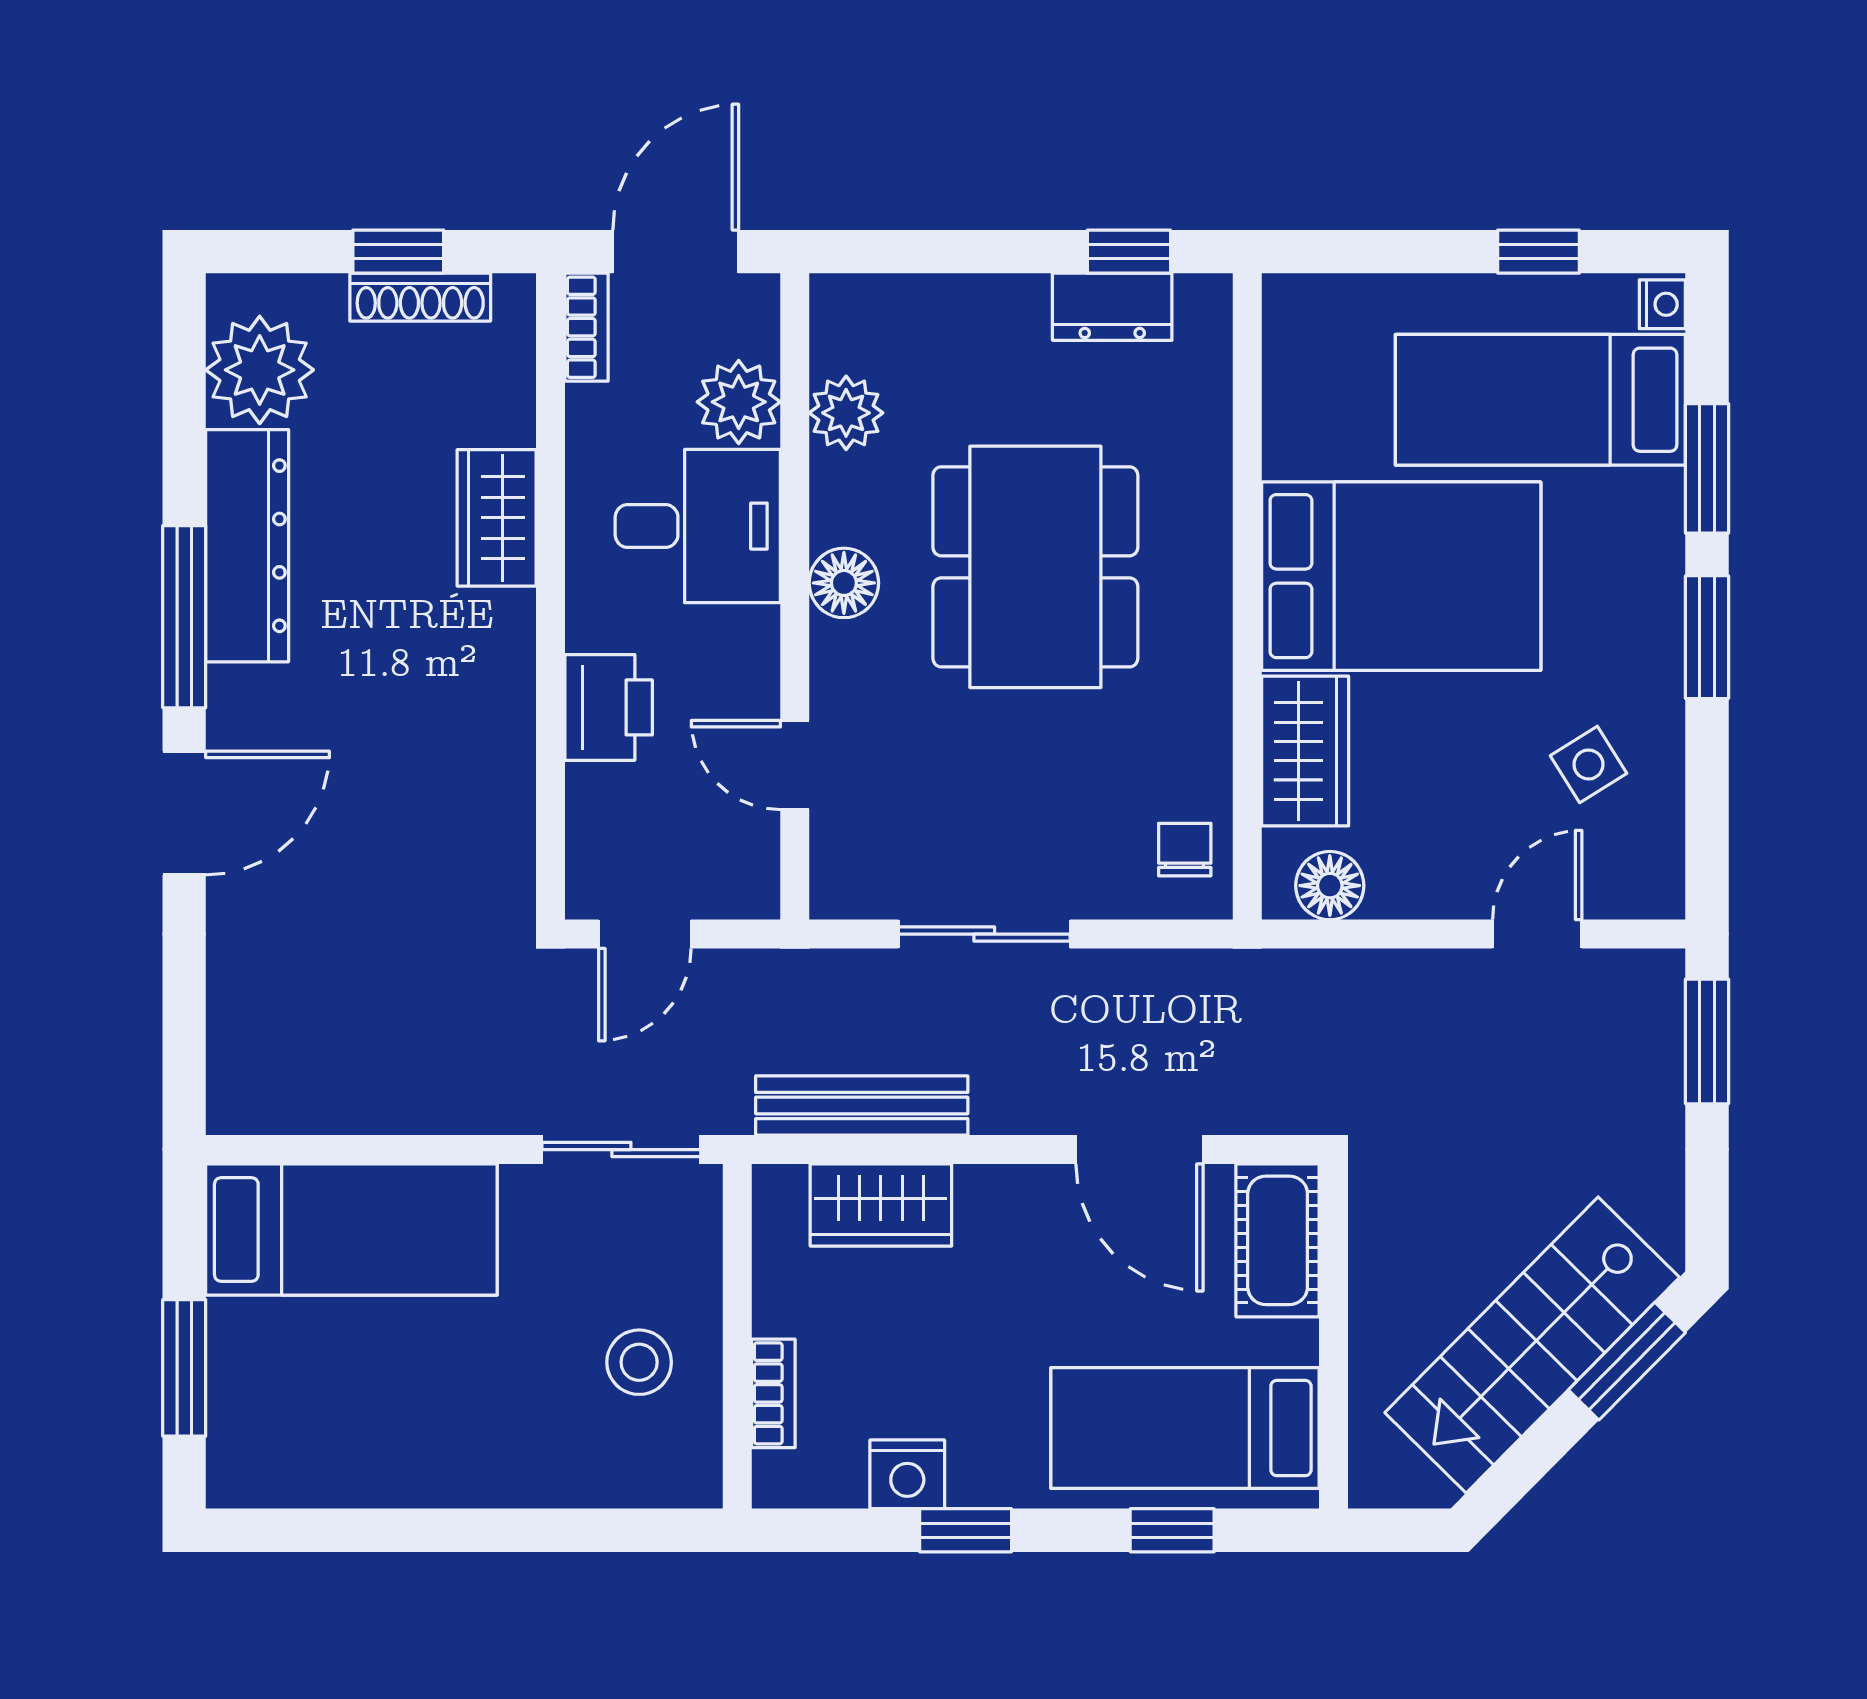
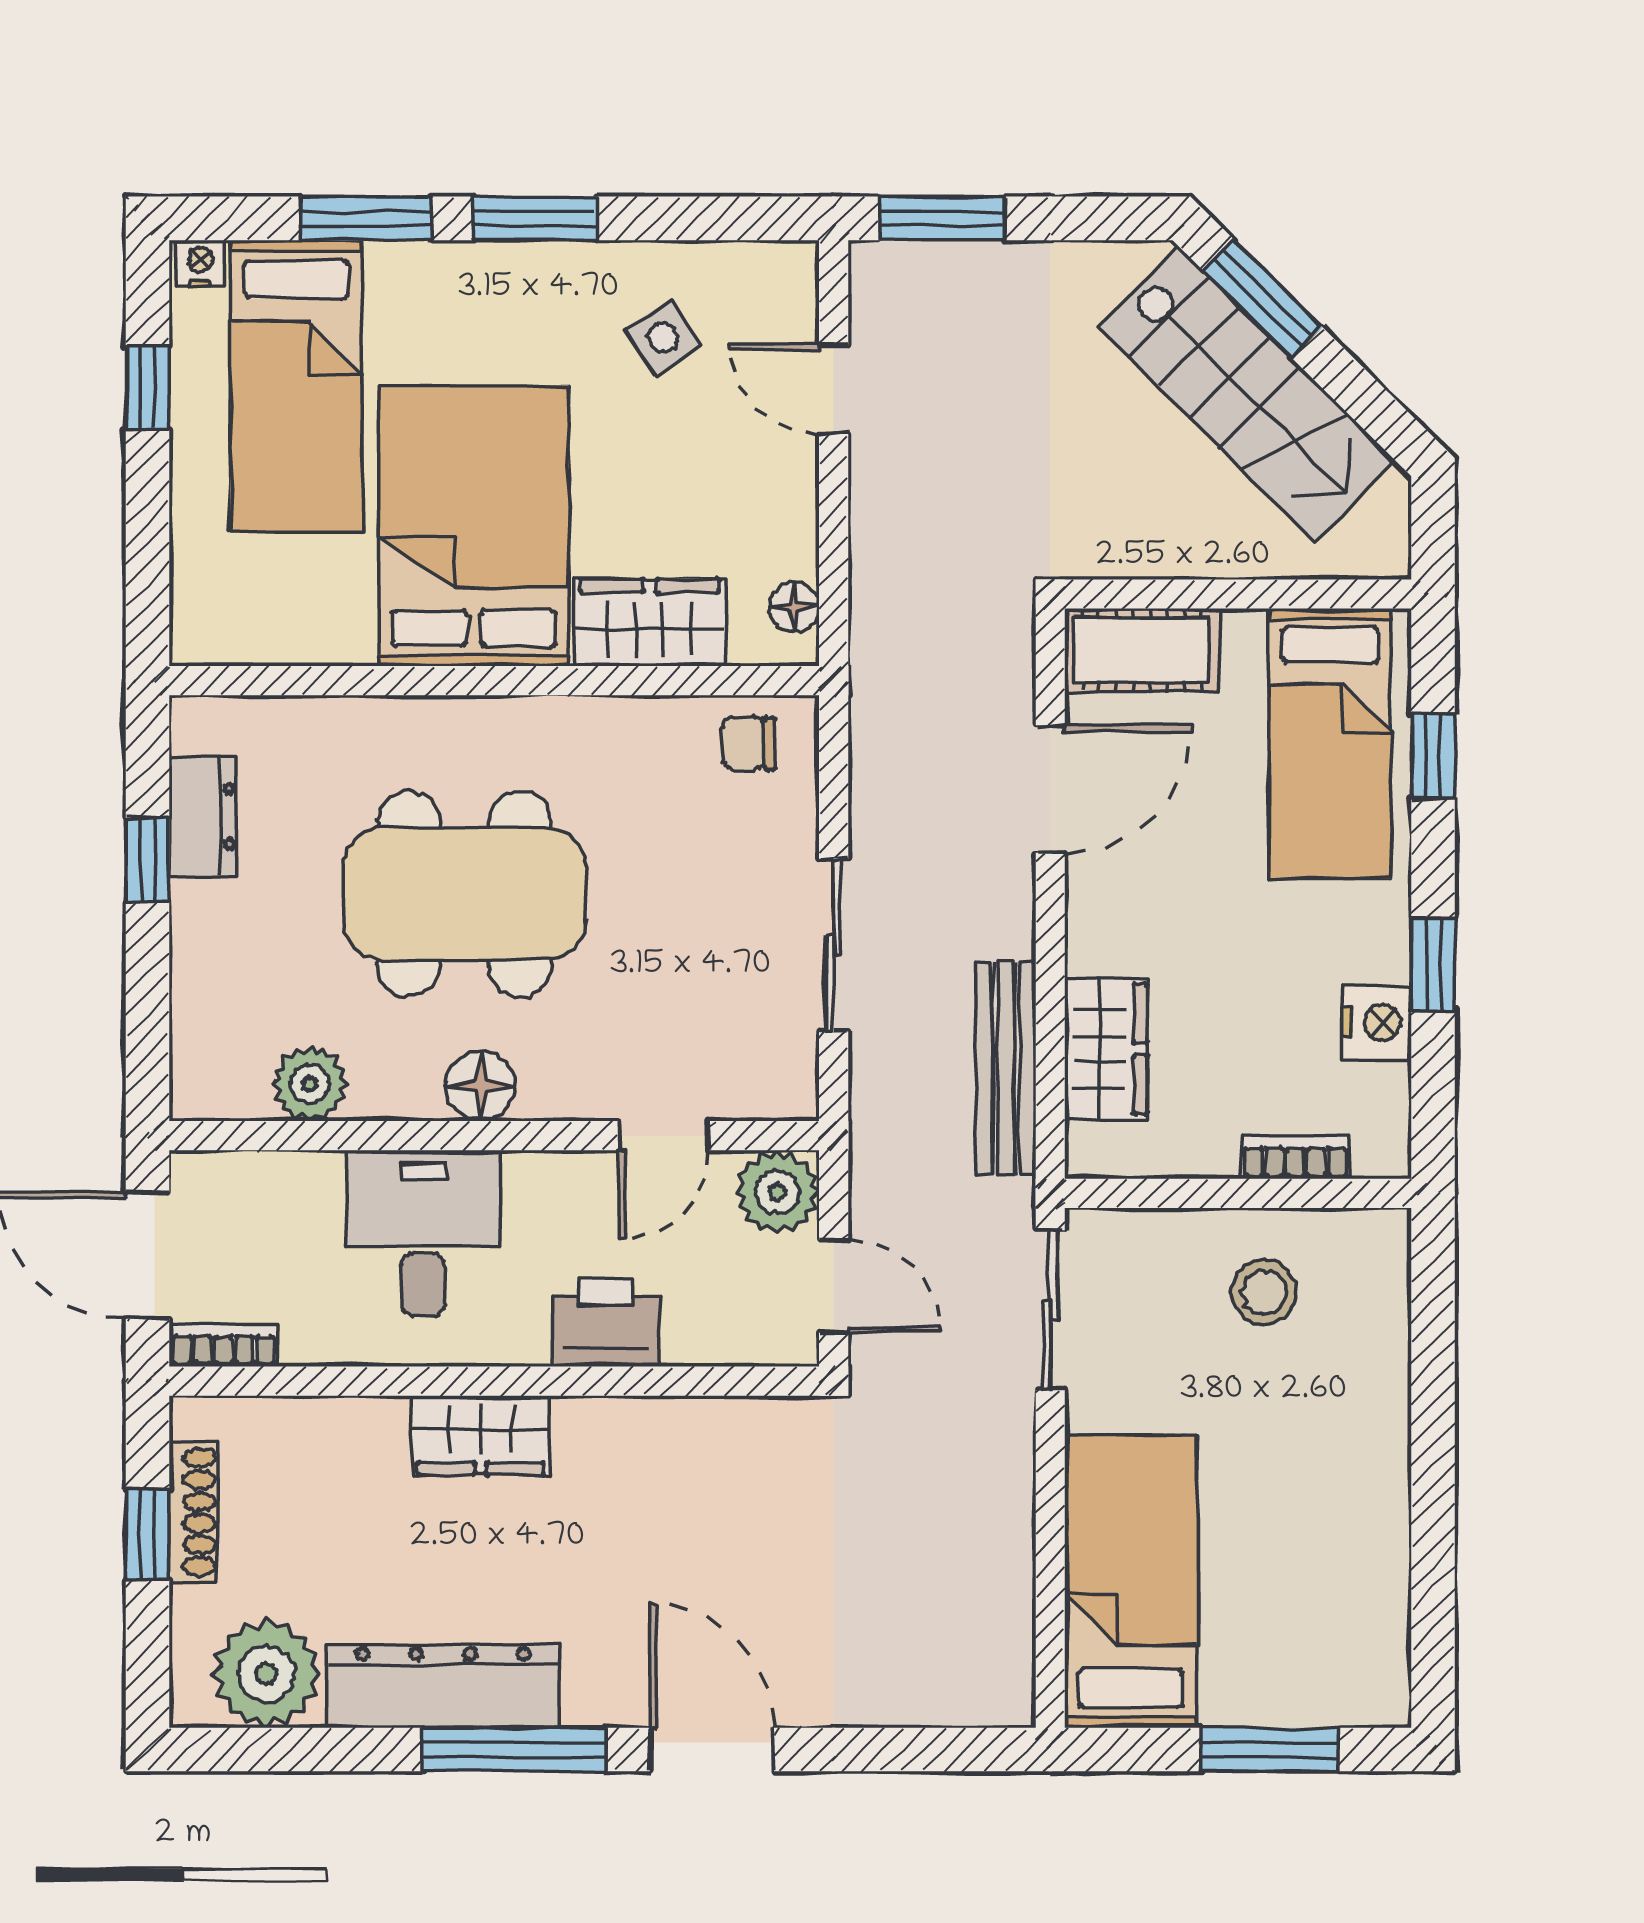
window: (1129, 252) -> (147, 860), moved
plant: (739, 402) -> (777, 1192), moved
wardrobe: (497, 518) -> (480, 1435), moved
floor lamp: (1330, 886) -> (794, 607), width x0.73, depth x0.73

